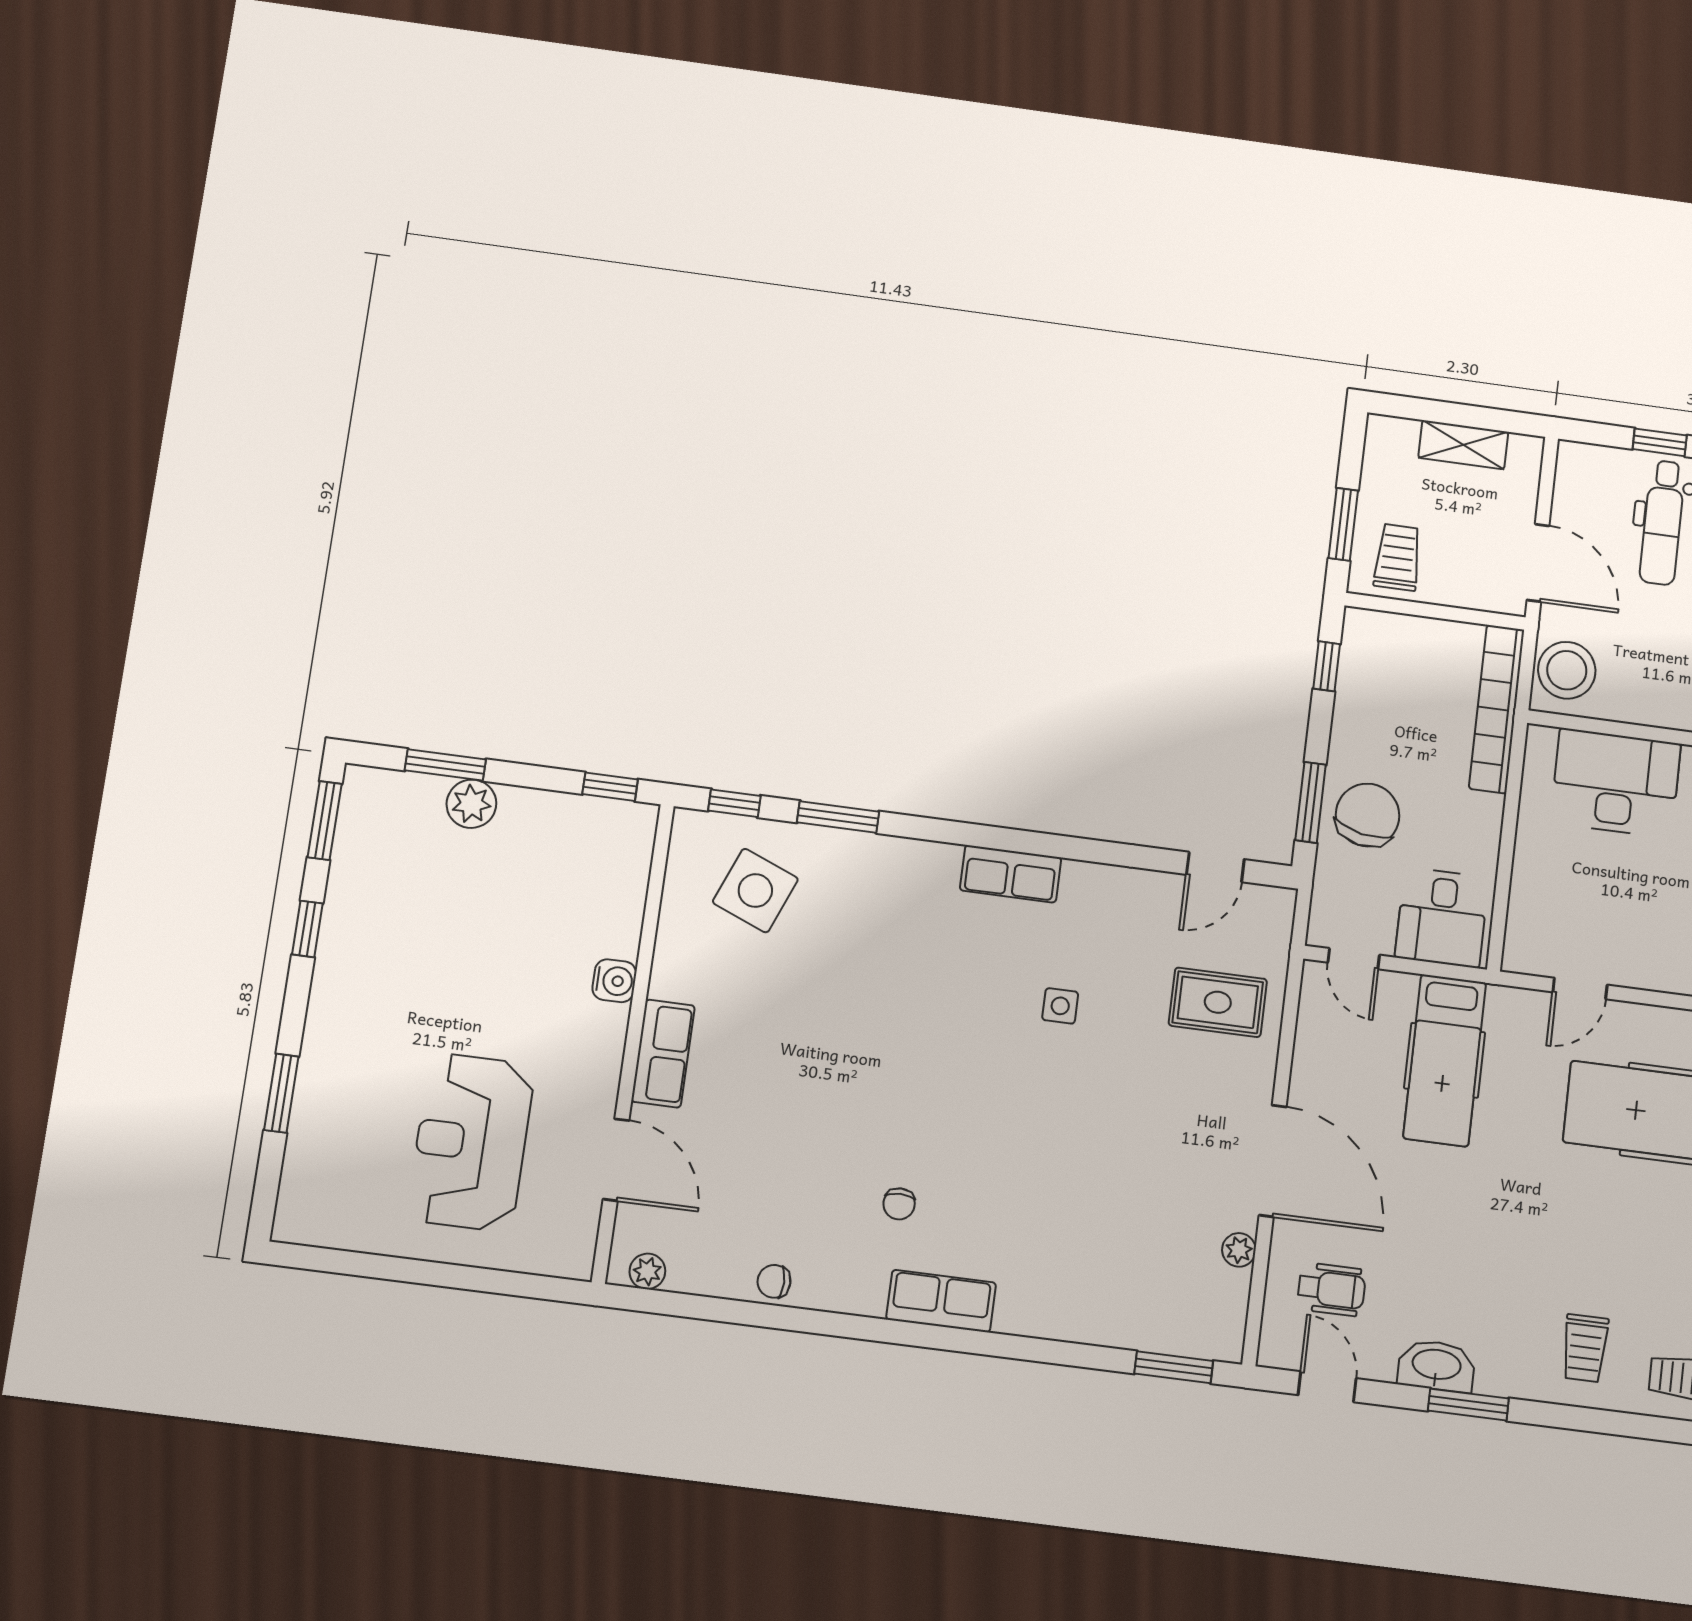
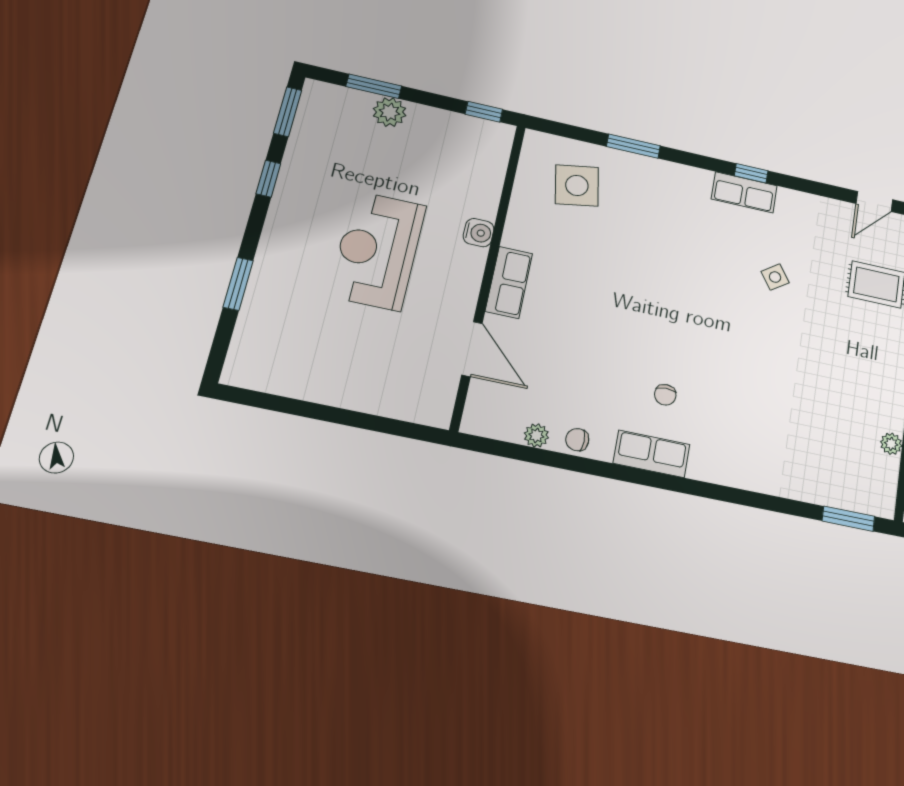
window: (734, 803) -> (751, 173), moved
side table: (755, 891) -> (577, 185), turned -32
side table: (1060, 1006) -> (775, 277), turned -35
reception desk: (471, 1142) -> (377, 250), moved
plant: (647, 1271) -> (536, 435), moved
row of seats: (941, 1301) -> (652, 454), moved

